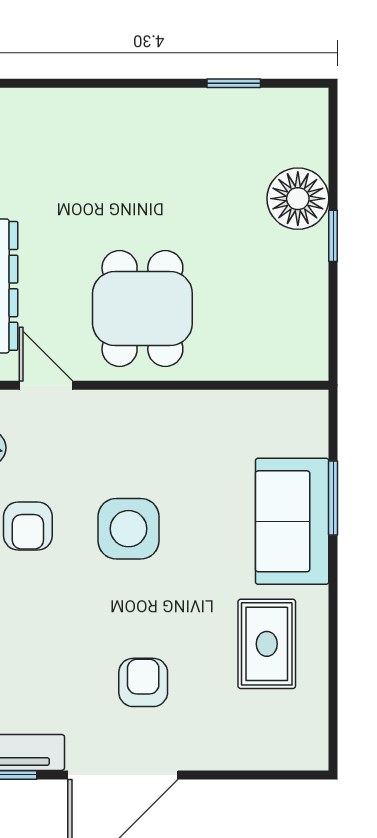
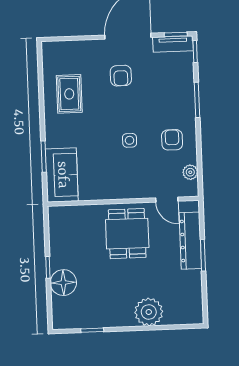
plant: (99, 121) -> (149, 312), added
sofa: (292, 521) -> (62, 175), moved
side table: (128, 529) -> (130, 140), width x0.54, depth x0.54

